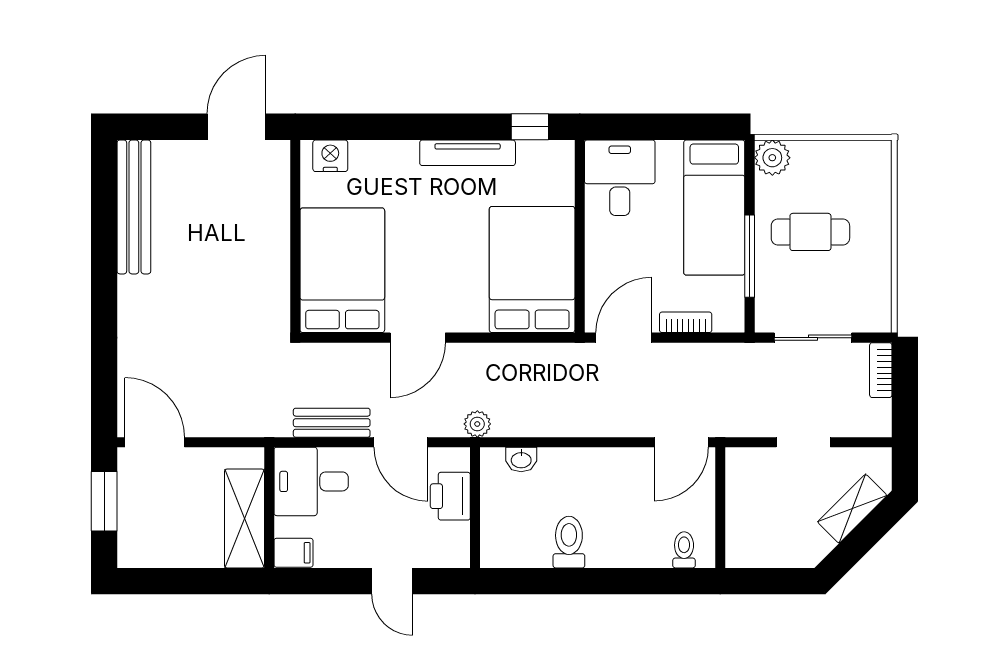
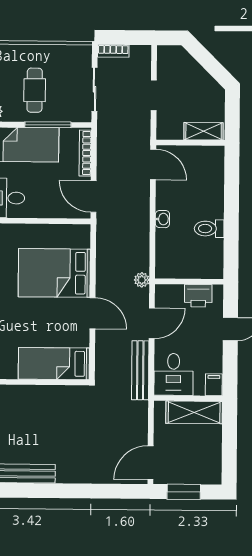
bed: (342, 270) -> (54, 364), width x0.67
bed: (532, 270) -> (54, 273), moved
bookcase: (686, 322) -> (85, 153), width x1.56
bench: (332, 423) -> (140, 370), width x1.36
washbasin: (521, 460) -> (162, 219), moved
printer: (450, 496) -> (198, 296), moved
shelving: (852, 509) -> (204, 131), moved, turned -45
toilet: (684, 550) -> (214, 163), removed

